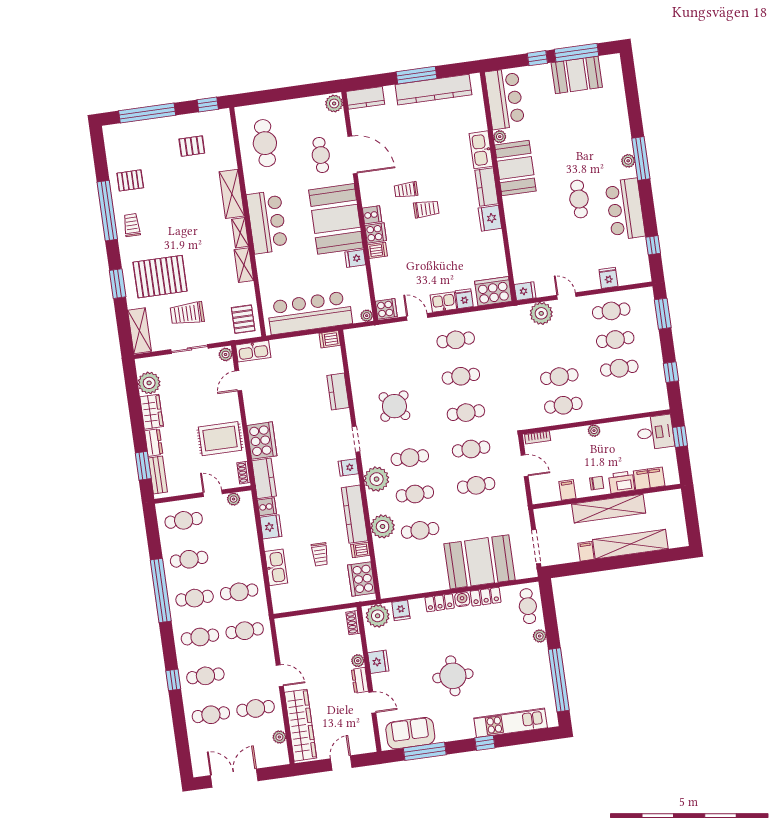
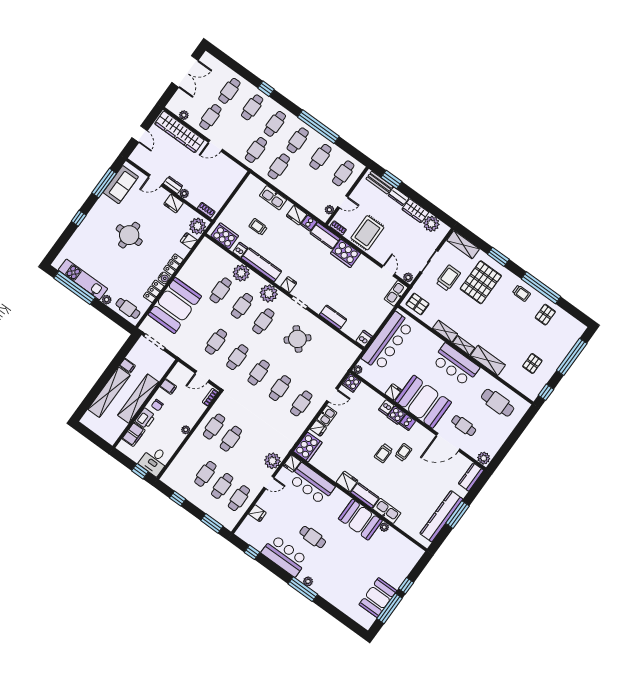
bar counter: (505, 99) -> (312, 484), moved
kitchen unit: (511, 723) -> (83, 279), moved, turned -90

